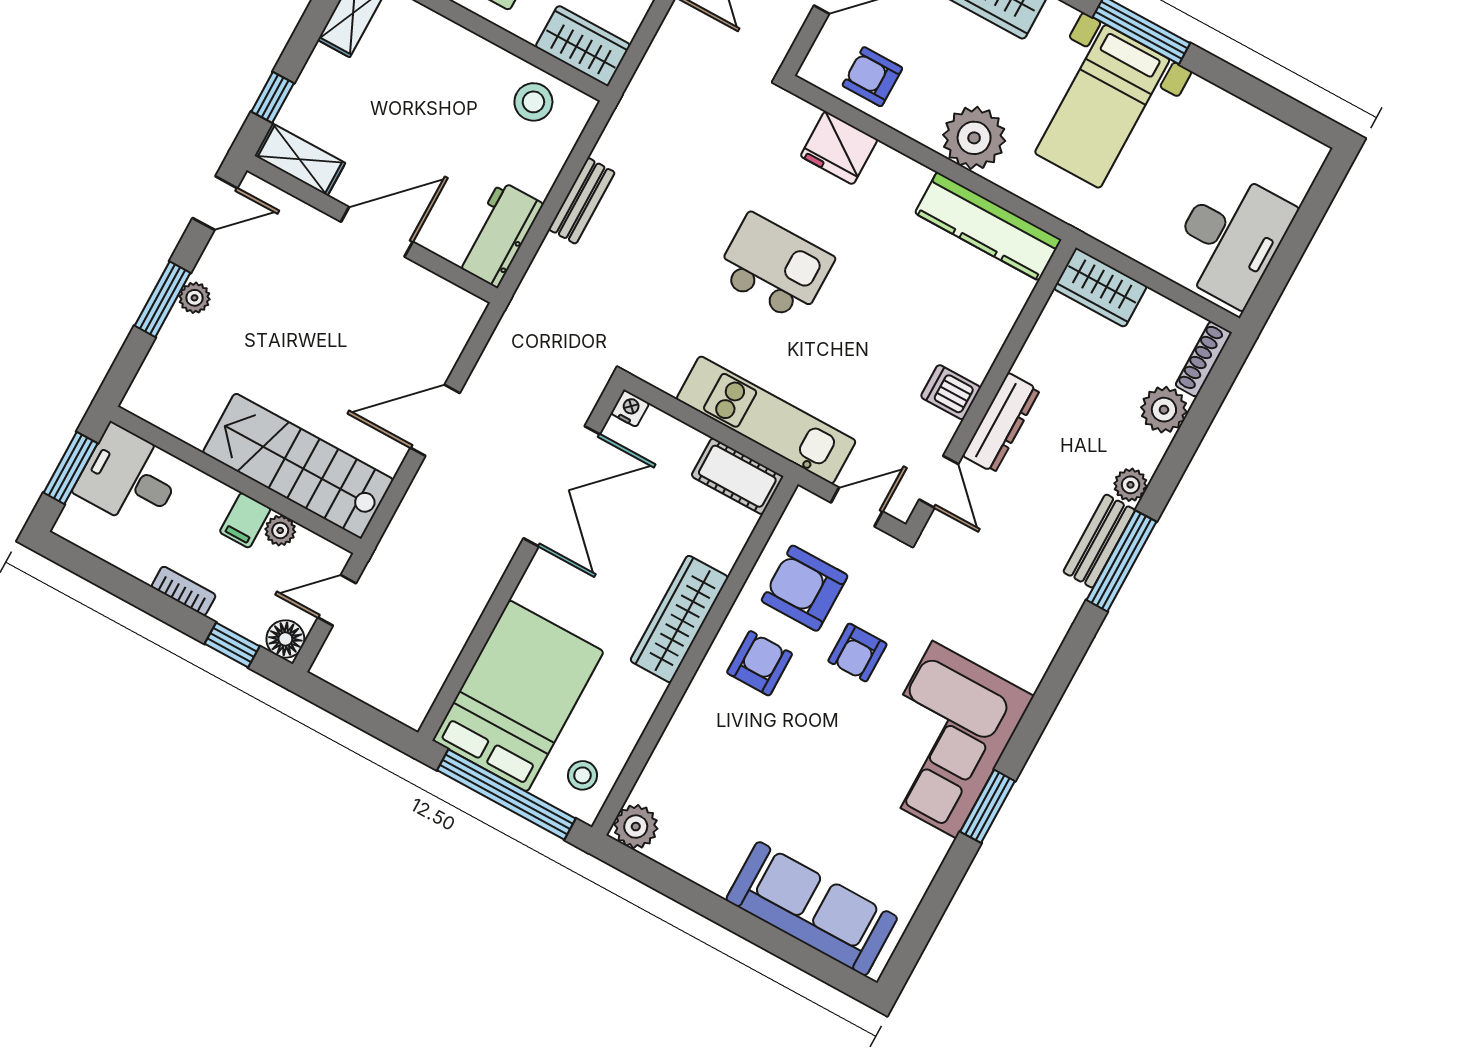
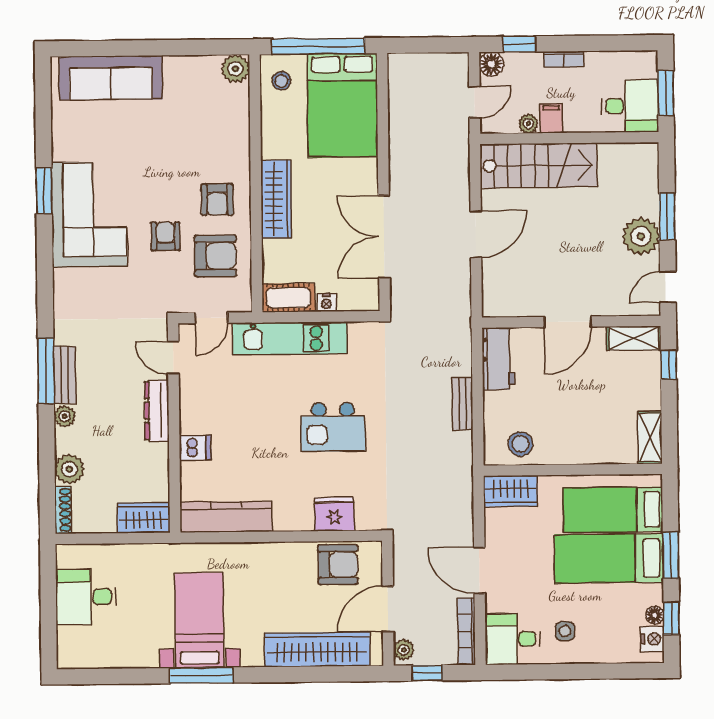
armchair: (872, 77) -> (338, 565), width x1.38, depth x1.38
plant: (974, 138) -> (262, 562), removed
desk: (1231, 238) -> (86, 597), width x0.73
plant: (194, 298) -> (641, 236), width x1.88, depth x1.88
dishwasher: (951, 392) -> (195, 448), moved
nightstand: (630, 408) -> (326, 303), moved

